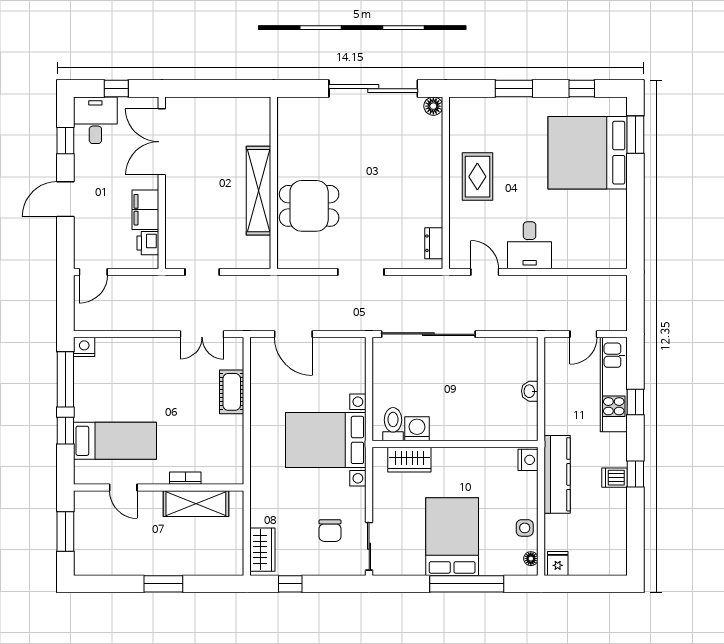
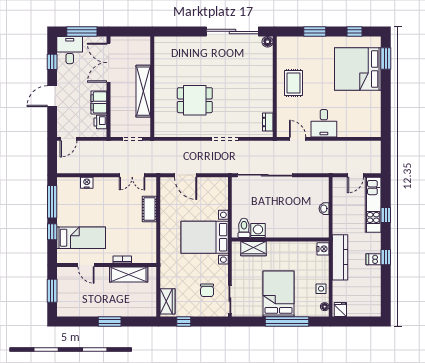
window: (116, 89) -> (82, 31), width x2.17
wall: (274, 183) -> (152, 87), moved
shelving: (258, 191) -> (143, 91), moved
nightstand: (84, 347) -> (87, 183), moved

